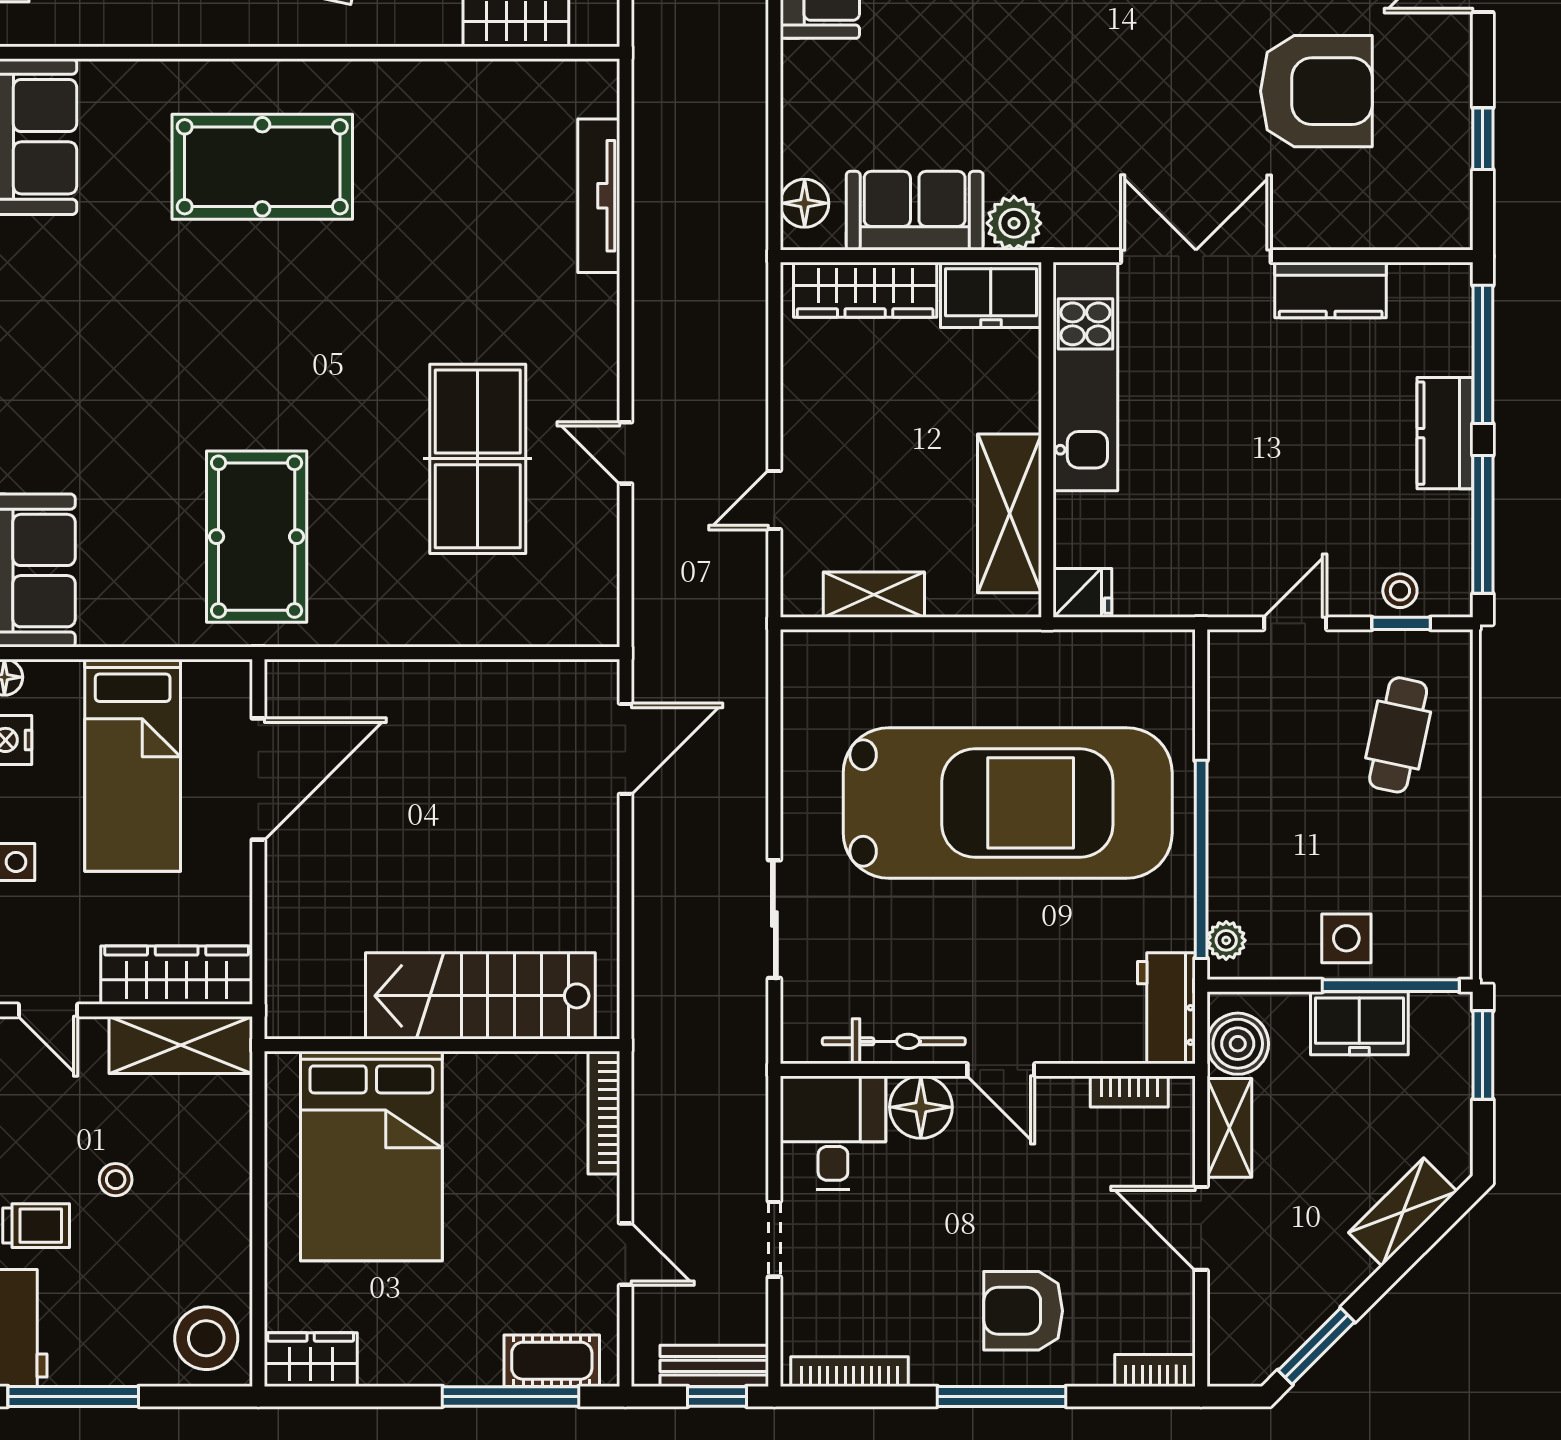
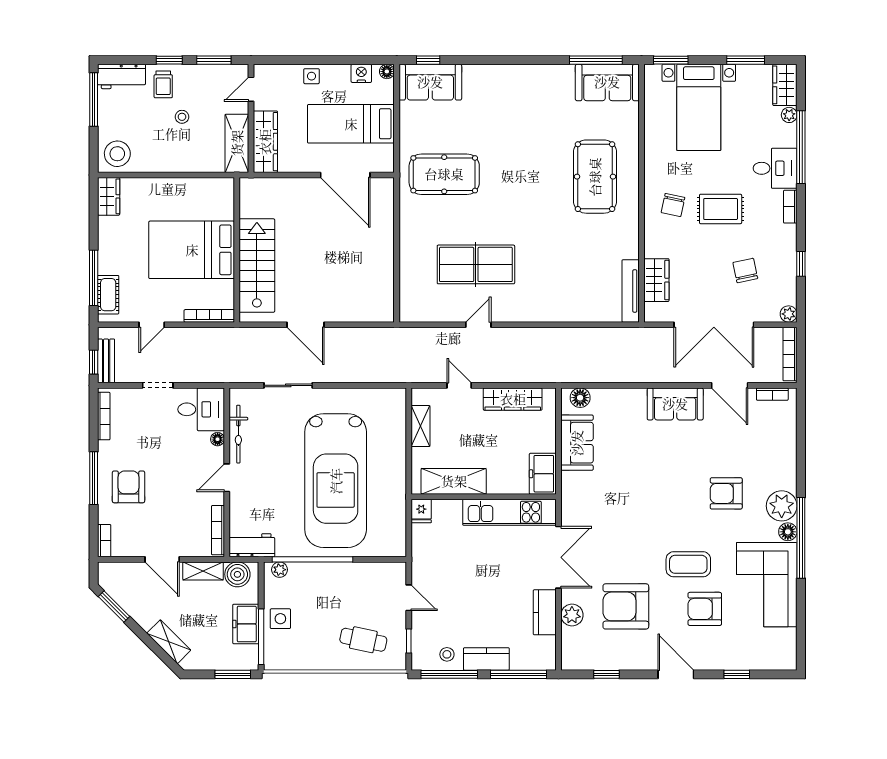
armchair: (1316, 91) -> (626, 606), turned 90
tv unit: (599, 196) -> (631, 291), moved, turned -90
plant: (1014, 223) -> (572, 615), moved
wardrobe: (865, 290) -> (513, 399), moved, turned -90
stool: (1400, 591) -> (447, 654), moved
door: (625, 749) -> (305, 325), moved
bookcase: (1129, 1091) -> (218, 530), width x1.56
floor lamp: (921, 1107) -> (218, 439), width x0.53, depth x0.53
bed: (371, 1156) -> (192, 250), moved
door: (1201, 1228) -> (162, 559), swing flipped

